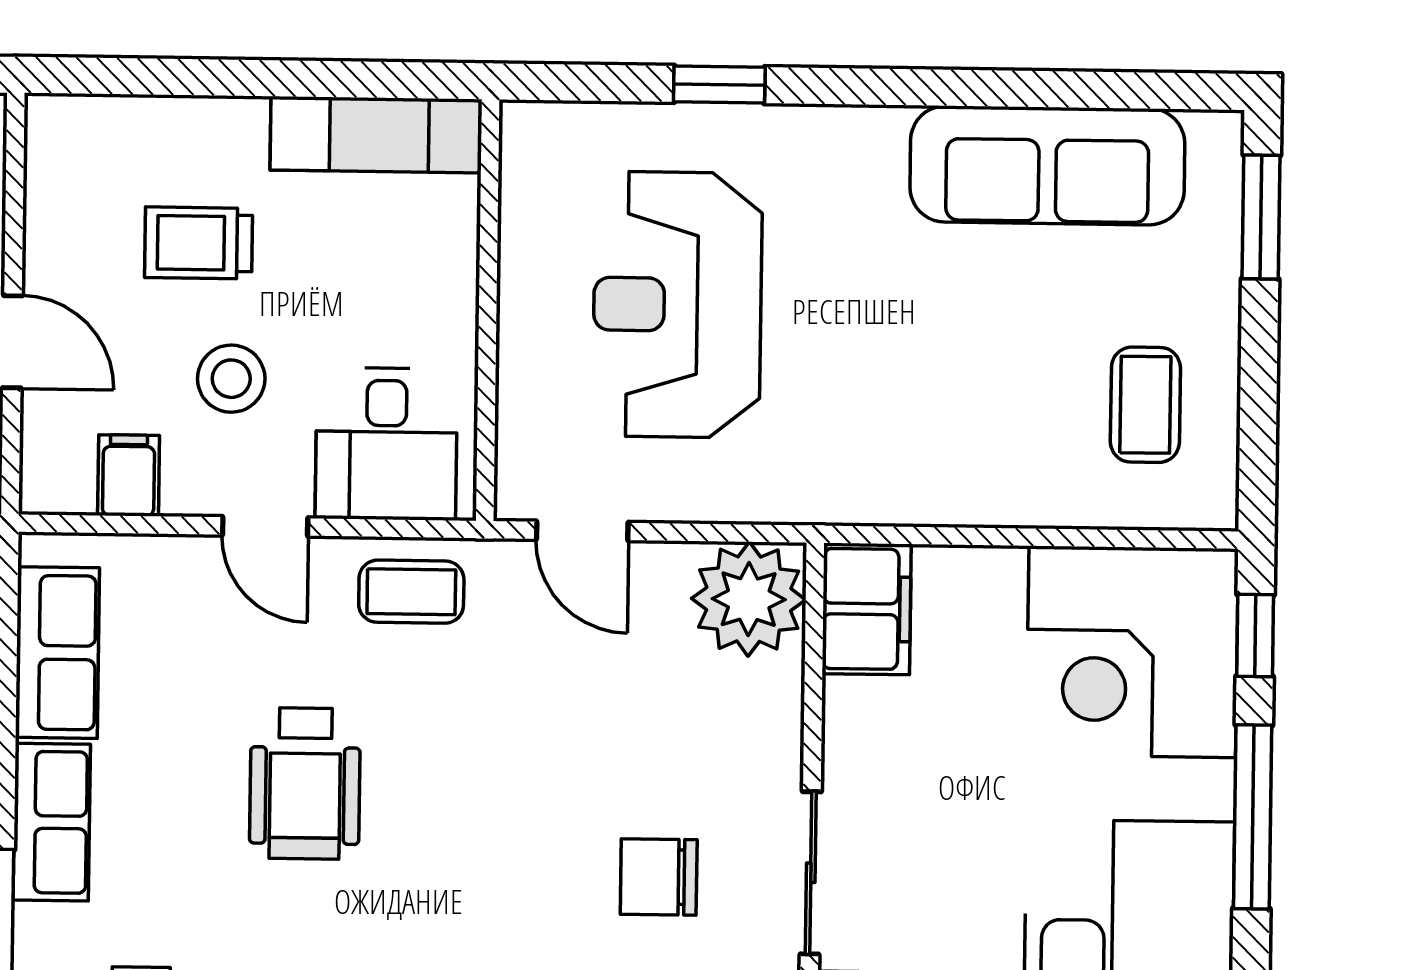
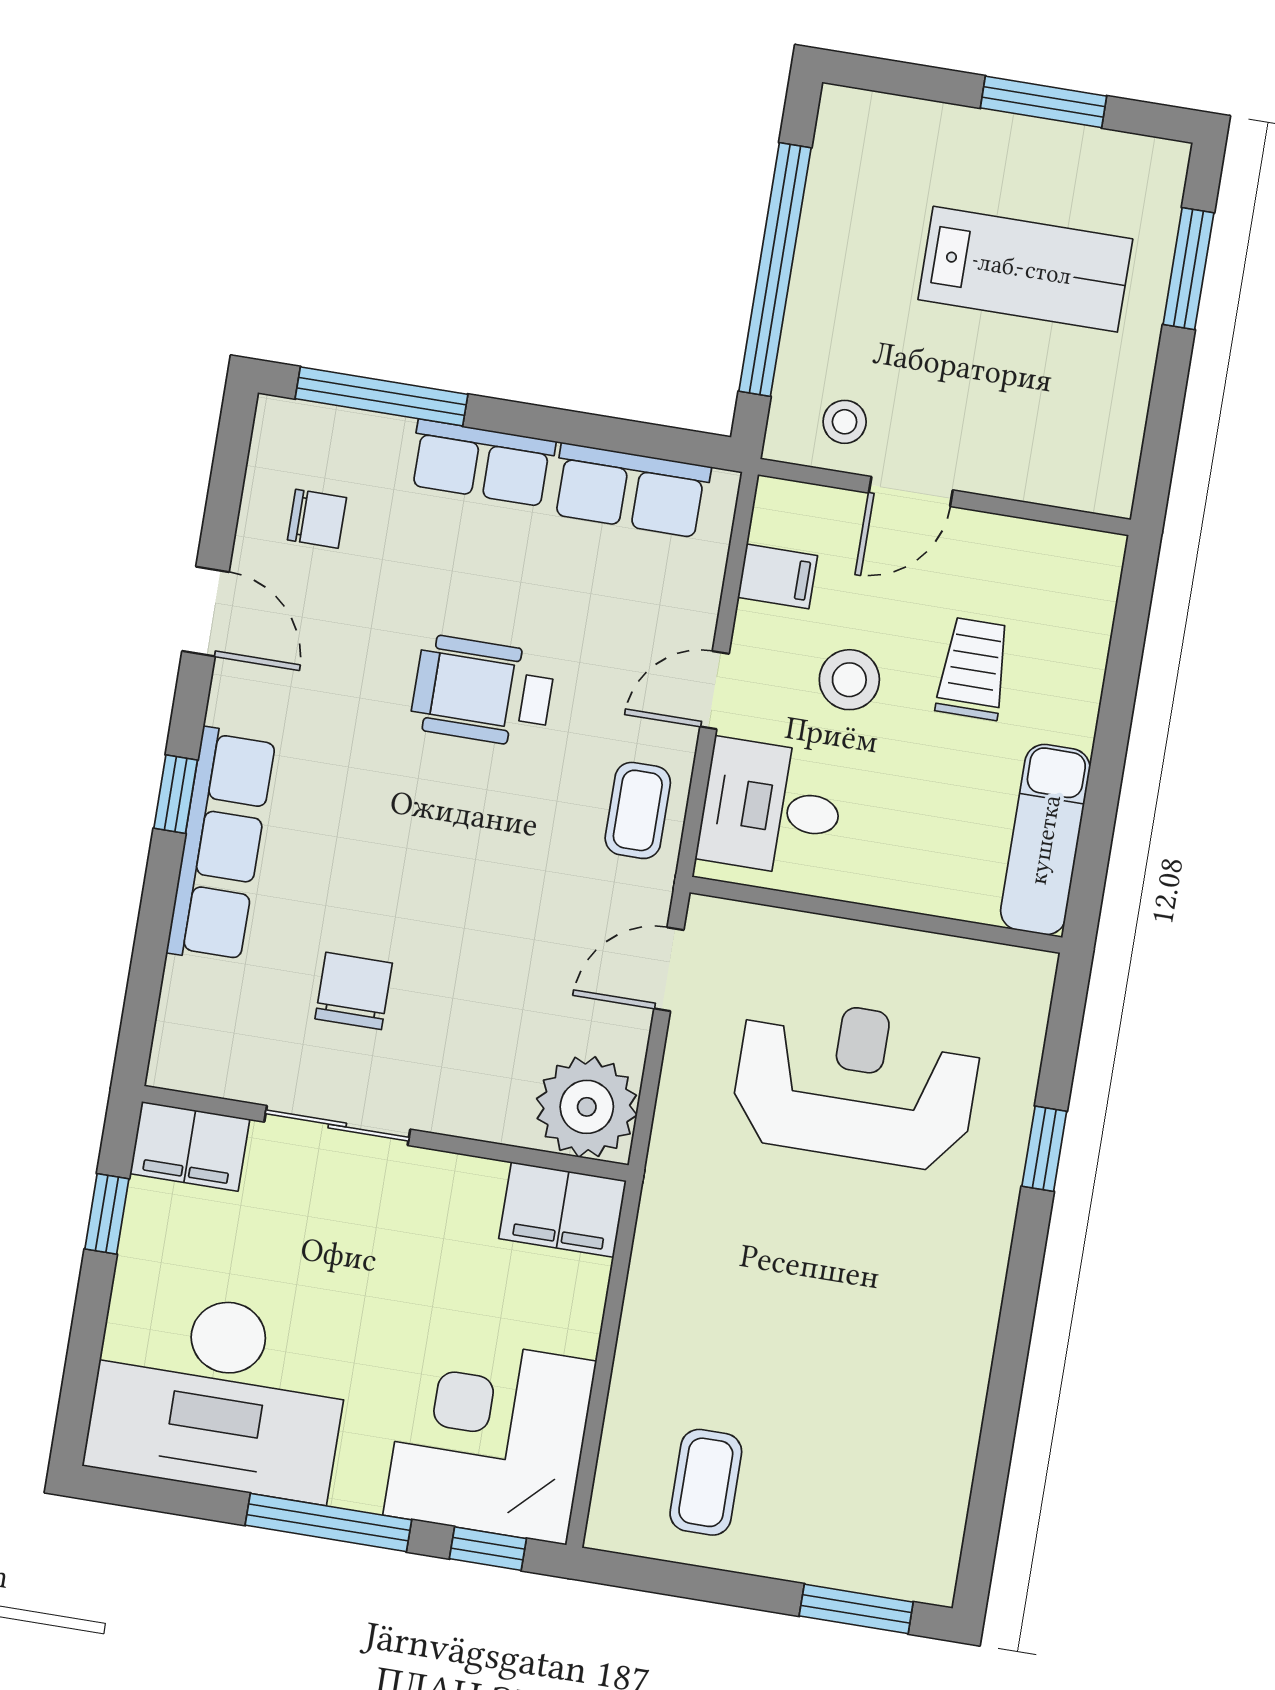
sofa: (1047, 165) -> (930, 1427), removed
coffee table: (1145, 405) -> (706, 1482), turned 90

